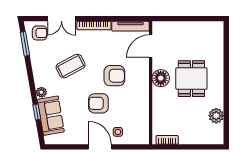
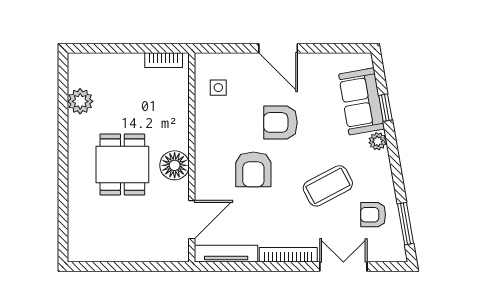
armchair: (40, 33) -> (373, 215), moved
armchair: (114, 76) -> (253, 169), turned -90
armchair: (98, 103) -> (280, 122), turned 180
side table: (118, 132) -> (218, 88), moved

